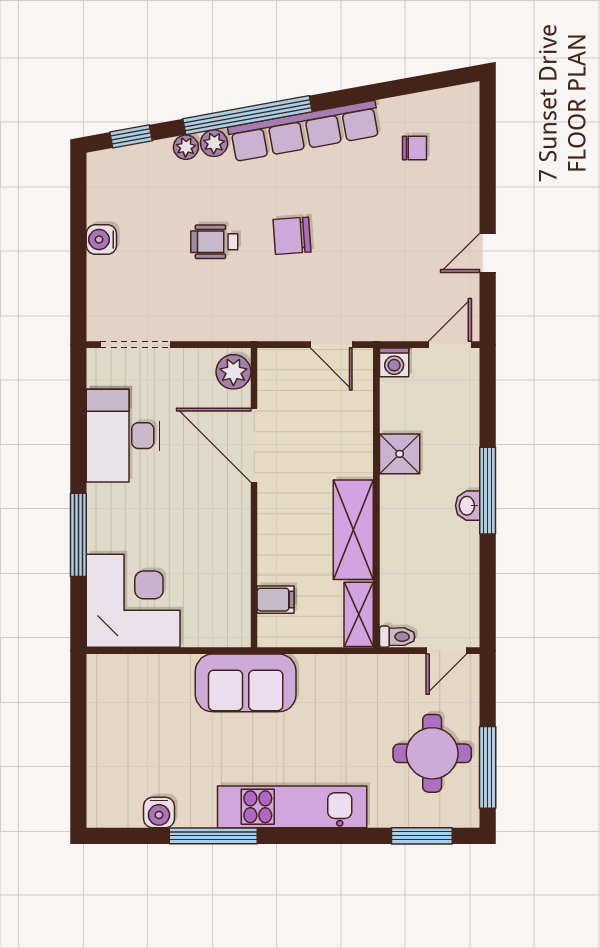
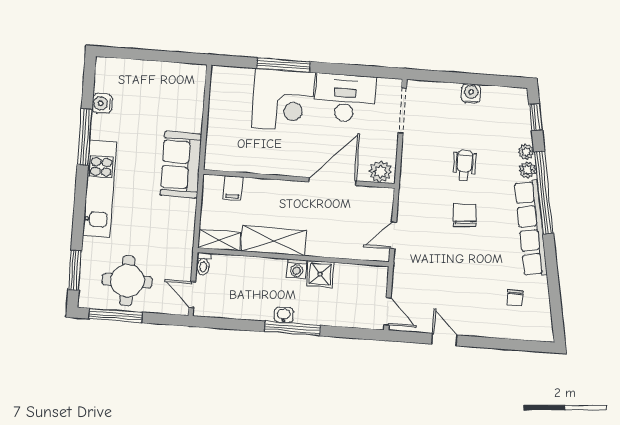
washing machine: (394, 362) -> (297, 269), moved, turned -90
corner desk: (133, 601) -> (283, 100), moved

